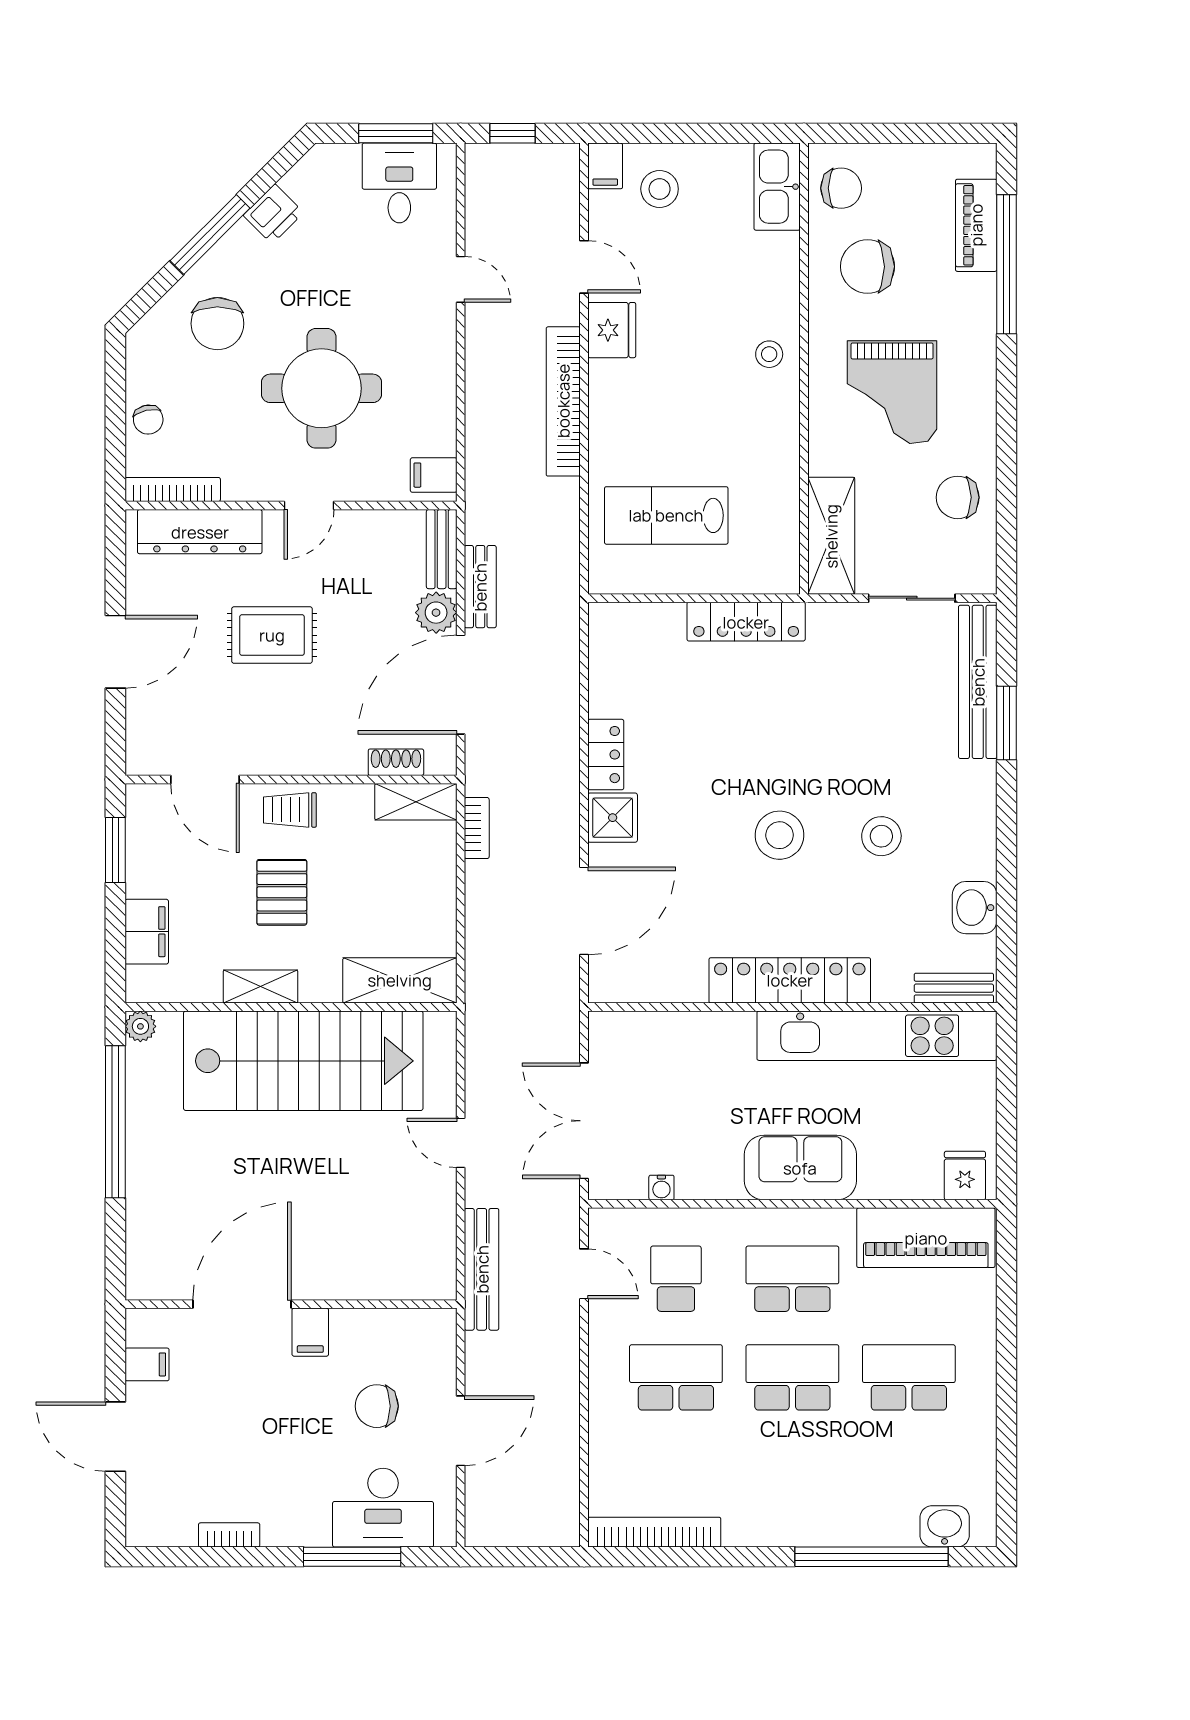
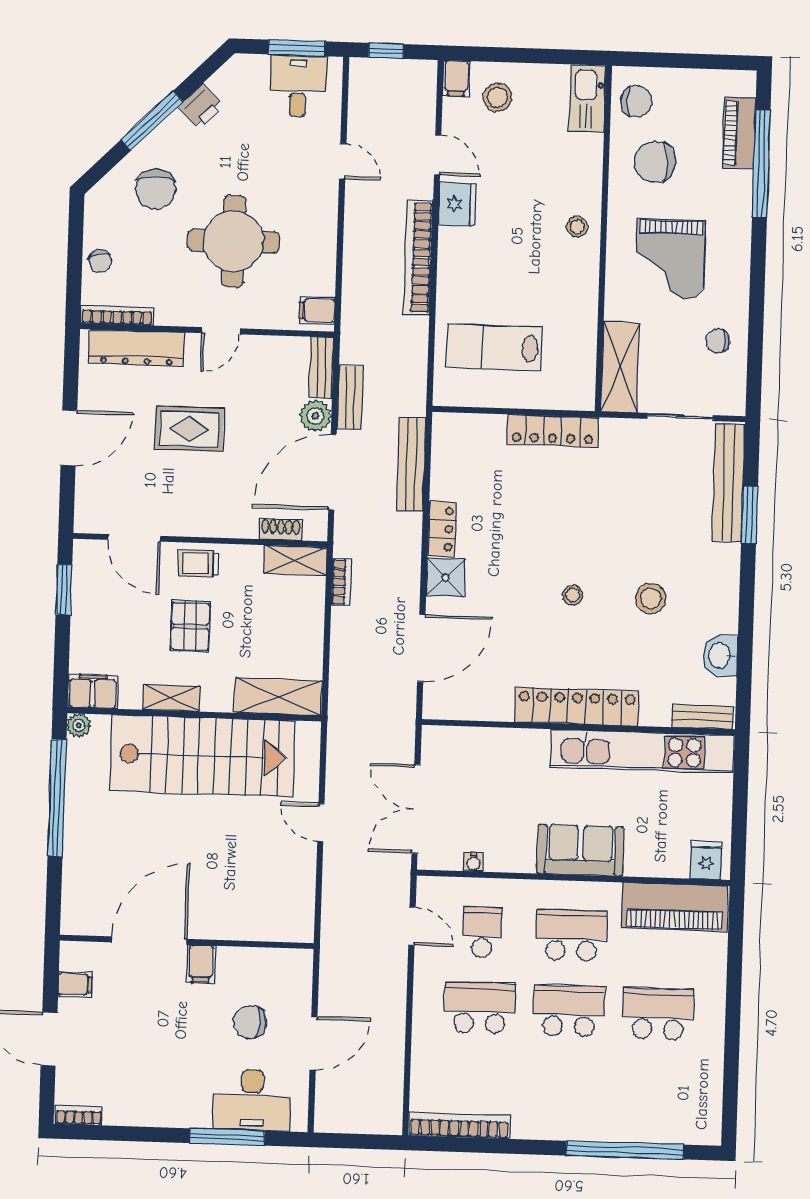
chair: (958, 497) -> (718, 341), width x0.73, depth x0.73
stool: (780, 835) -> (573, 595), width x0.53, depth x0.53
filing cabinet: (147, 932) -> (93, 691), moved, turned -90
bench: (482, 1269) -> (411, 464), moved
washbasin: (945, 1526) -> (682, 1129), removed
bookcase: (229, 1535) -> (79, 1115), moved

